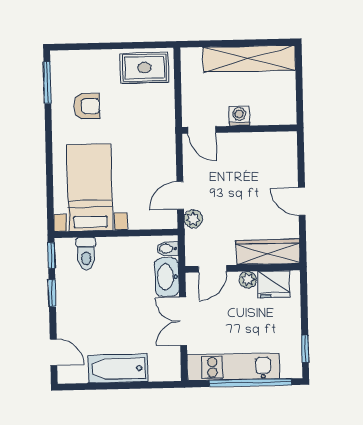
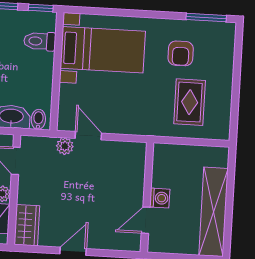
rug: (144, 68) -> (190, 102), moved
door: (202, 130) -> (146, 220), moved
wardrobe: (268, 252) -> (27, 225), width x0.67

